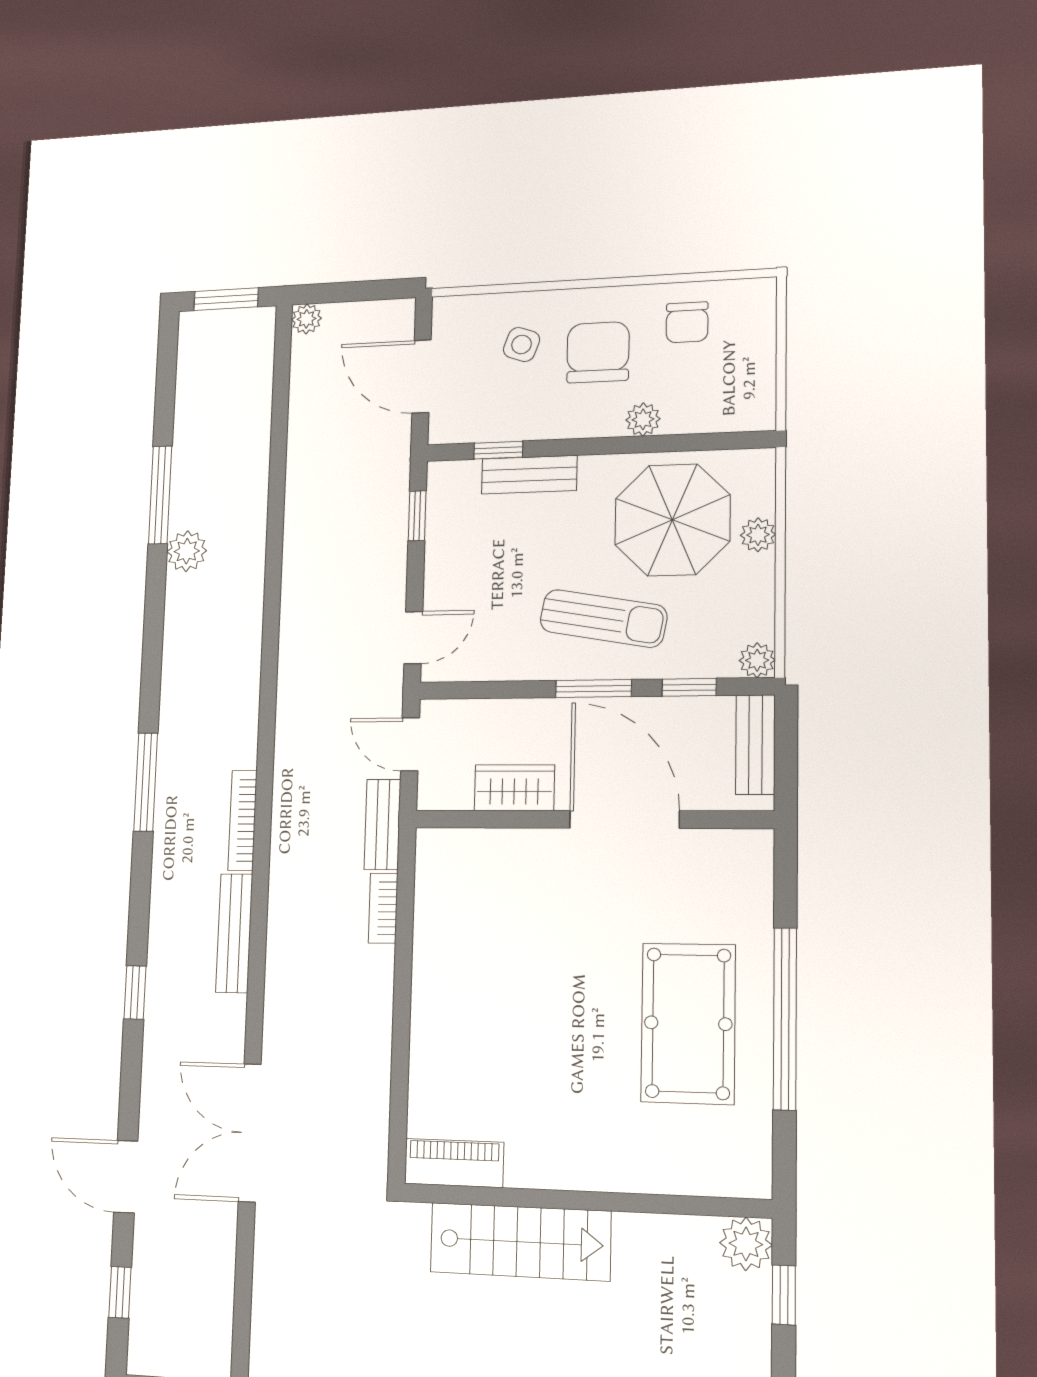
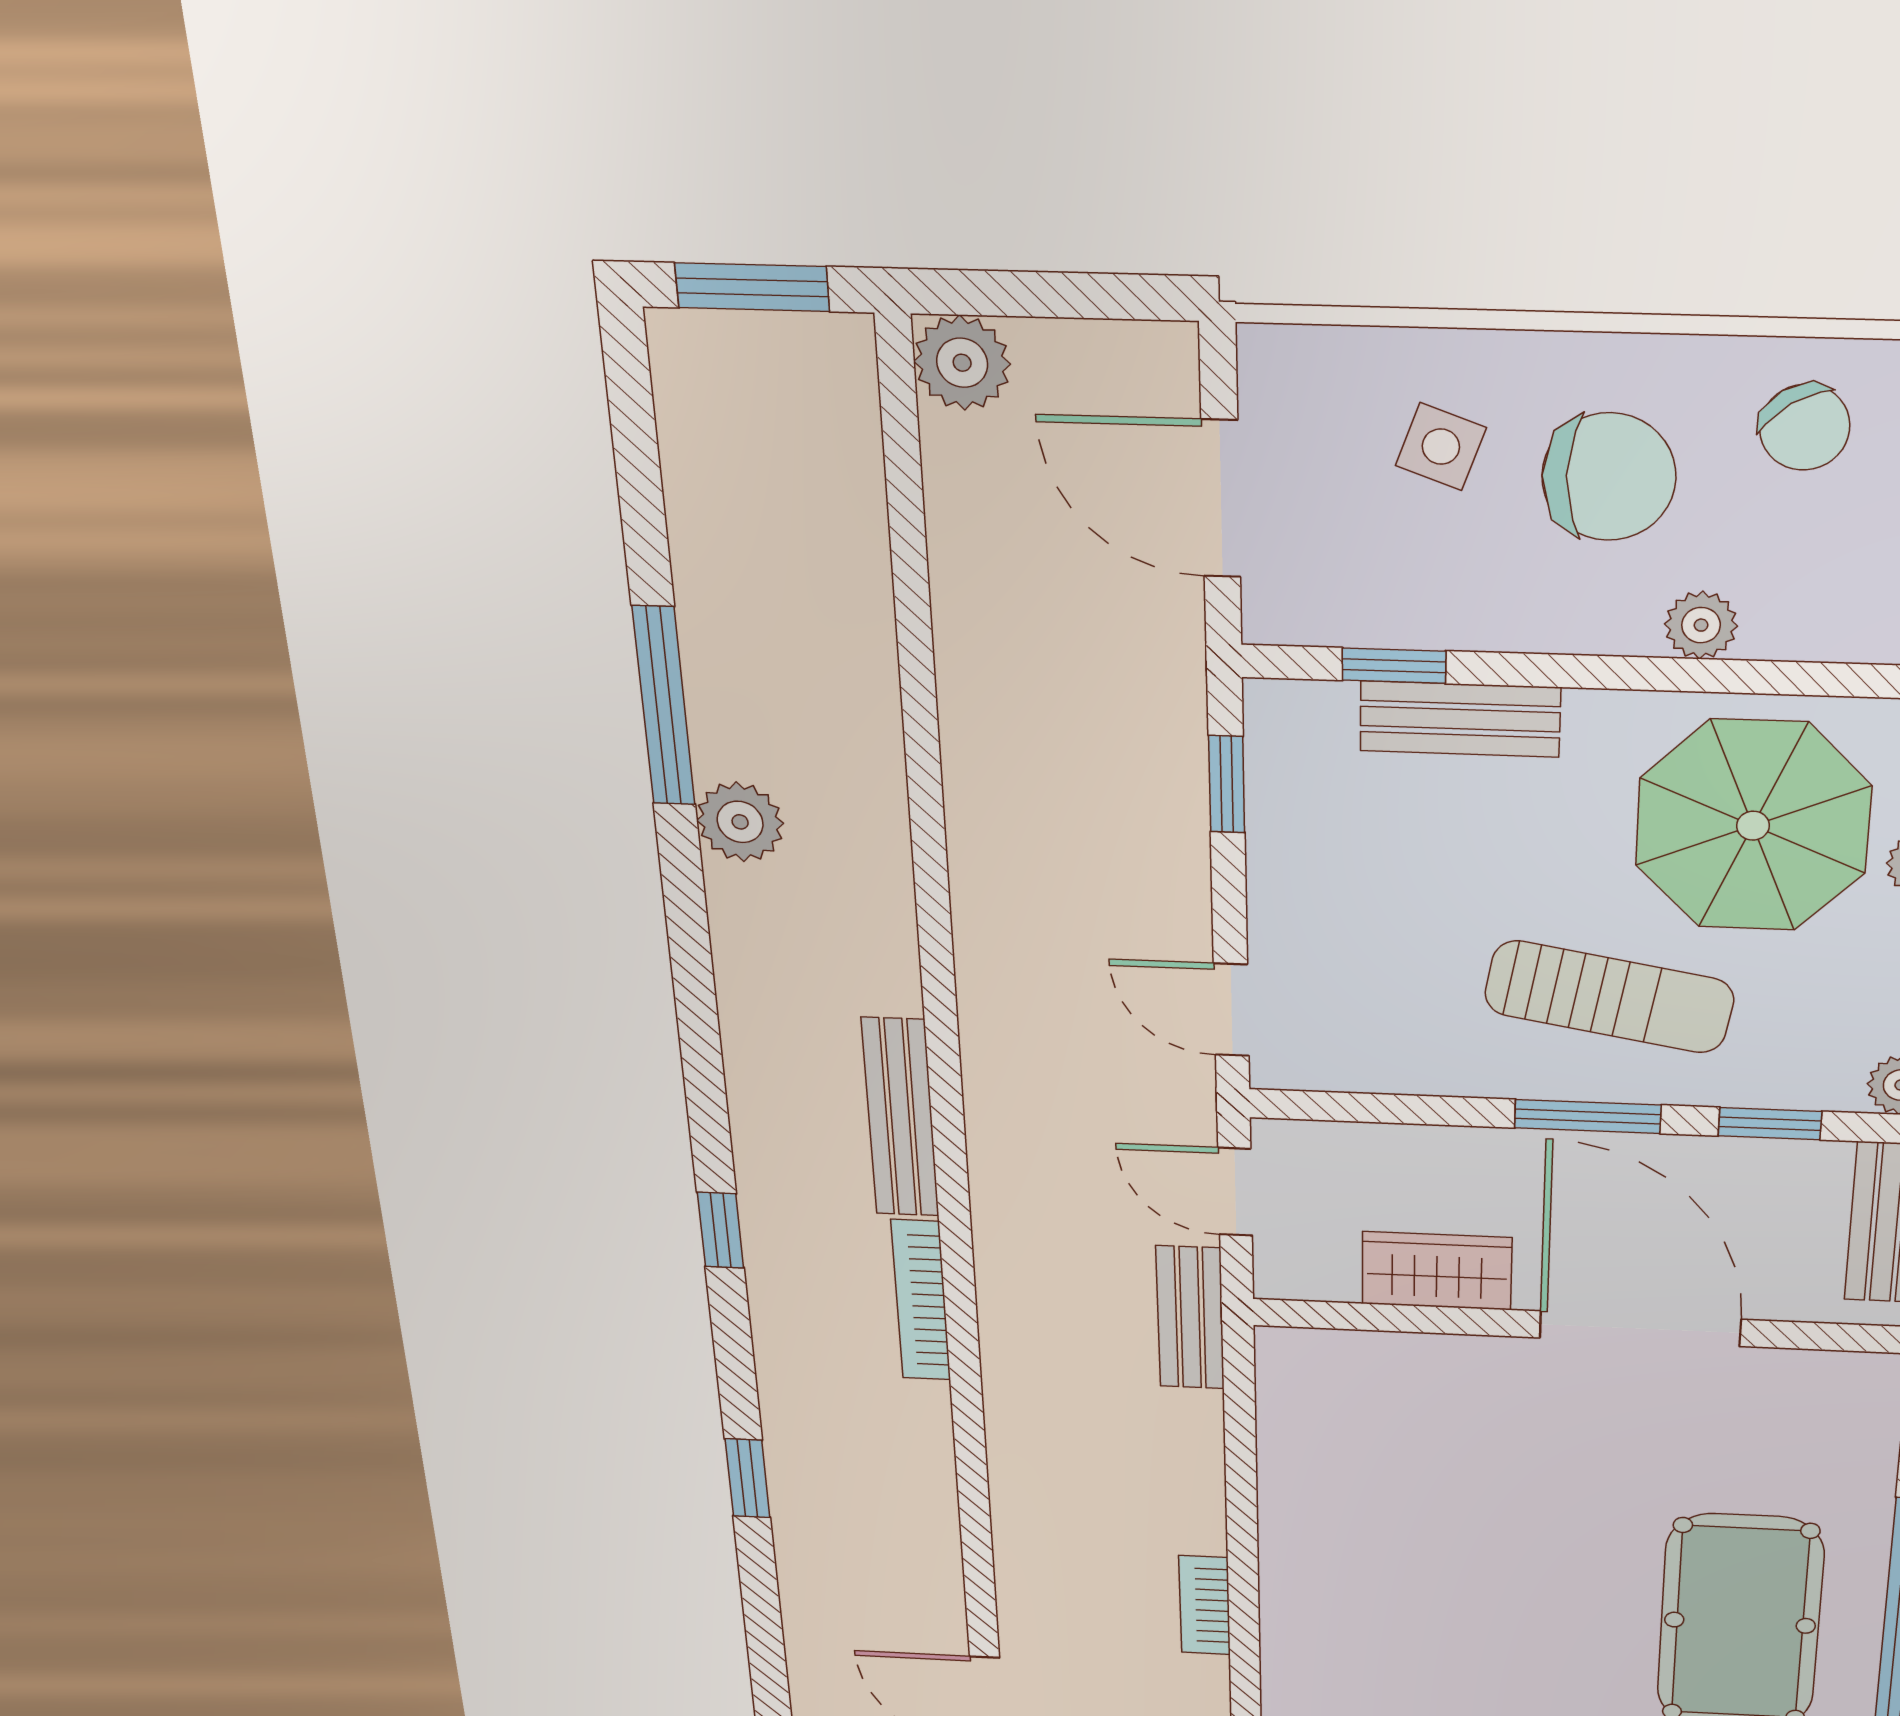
plant: (306, 319) -> (962, 363), width x1.38, depth x1.38
chair: (687, 322) -> (1805, 427), turned -33
chair: (598, 352) -> (1609, 477), turned 90
door: (413, 638) -> (1231, 1010), swing flipped
window: (146, 782) -> (721, 1230), width x0.46
bookcase: (383, 908) -> (1205, 1605), moved
bench: (234, 933) -> (900, 1118), moved
window: (135, 992) -> (747, 1478), moved

